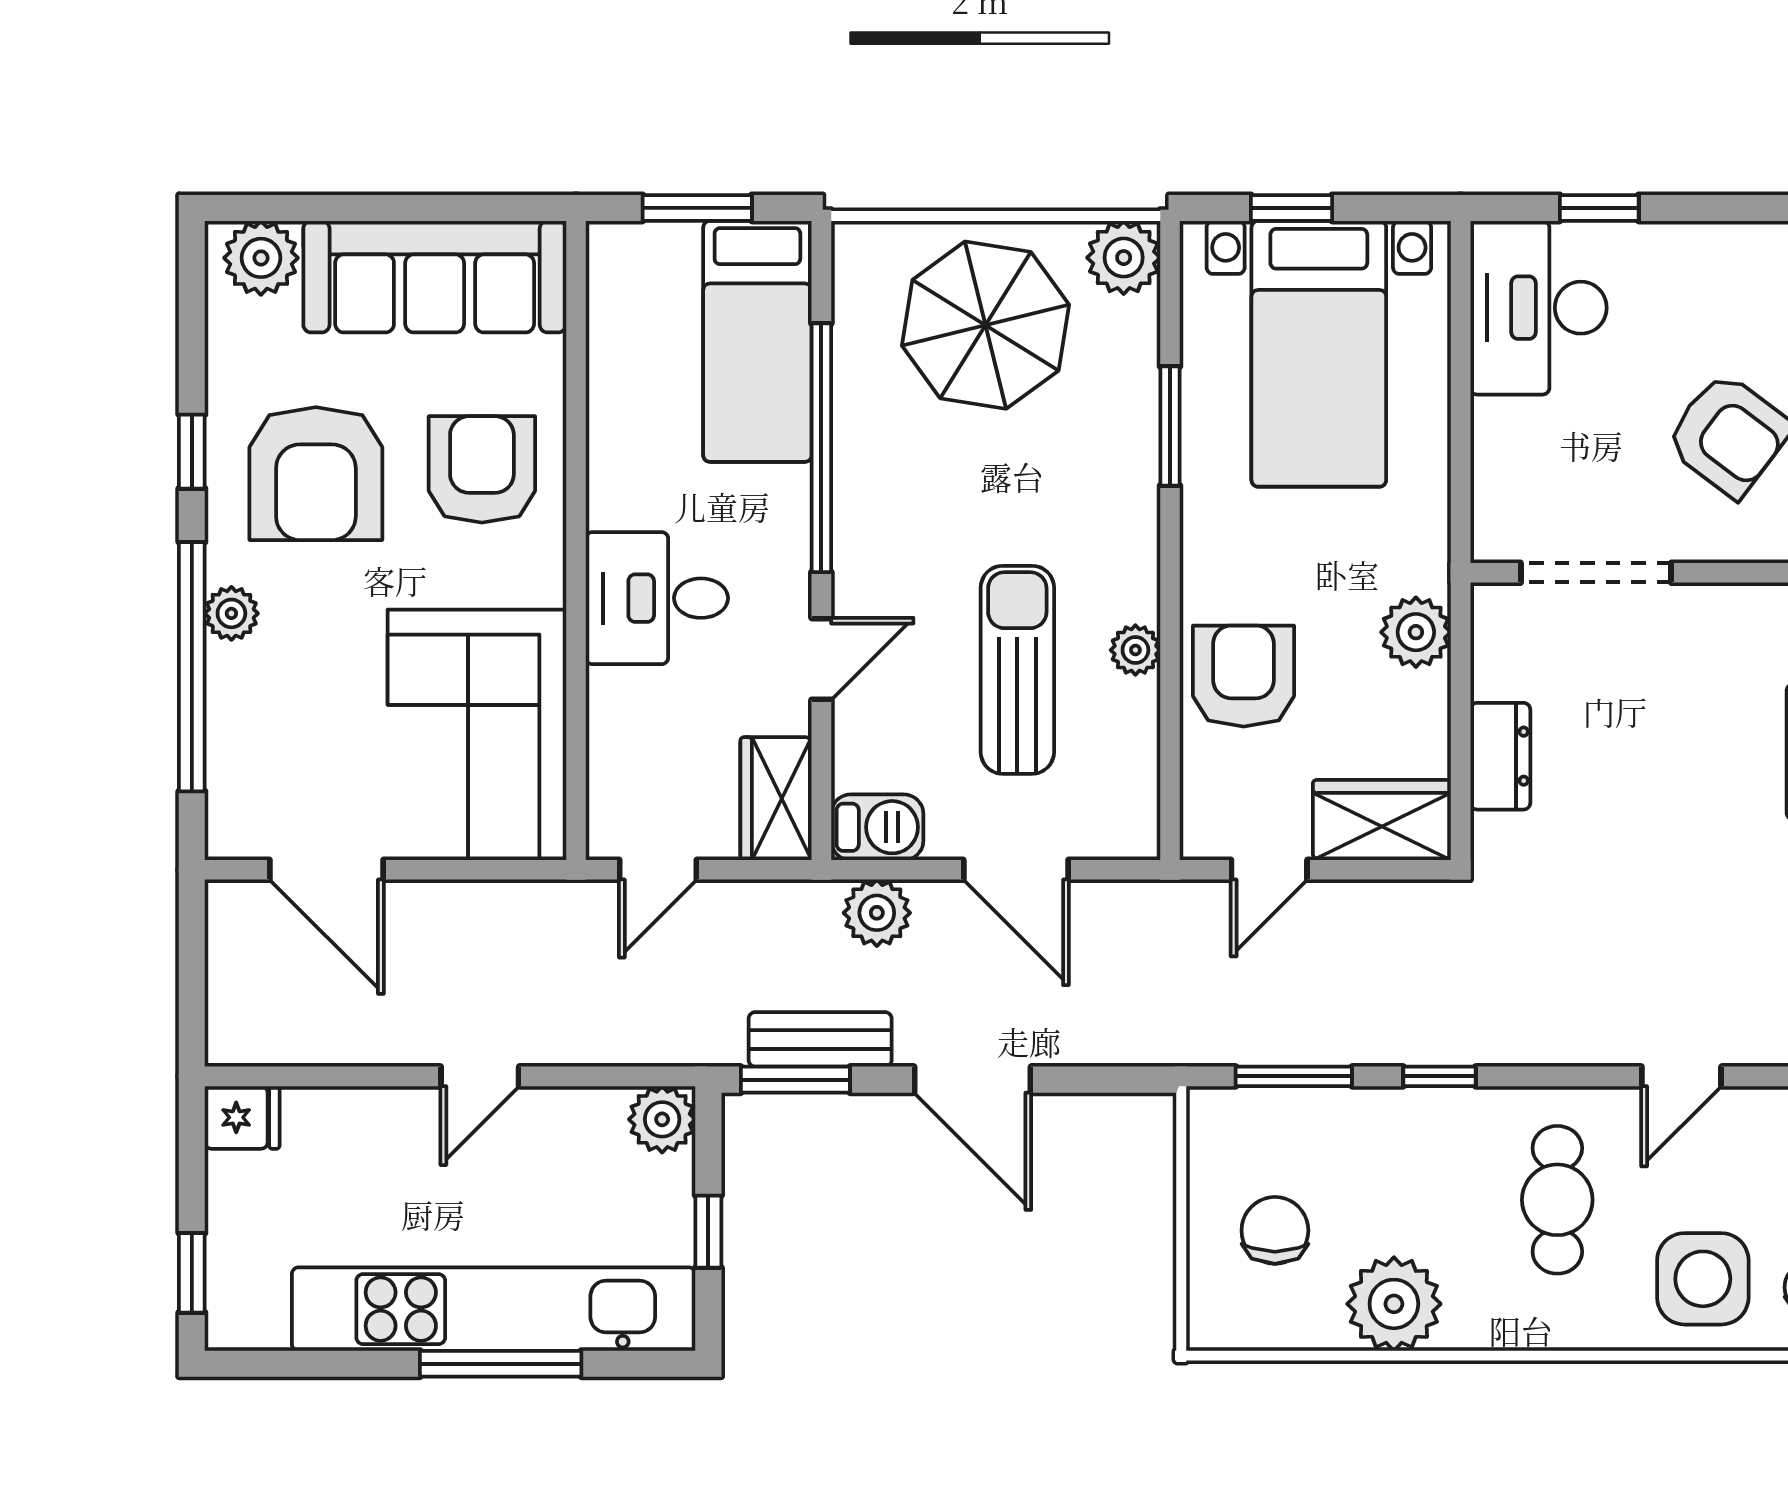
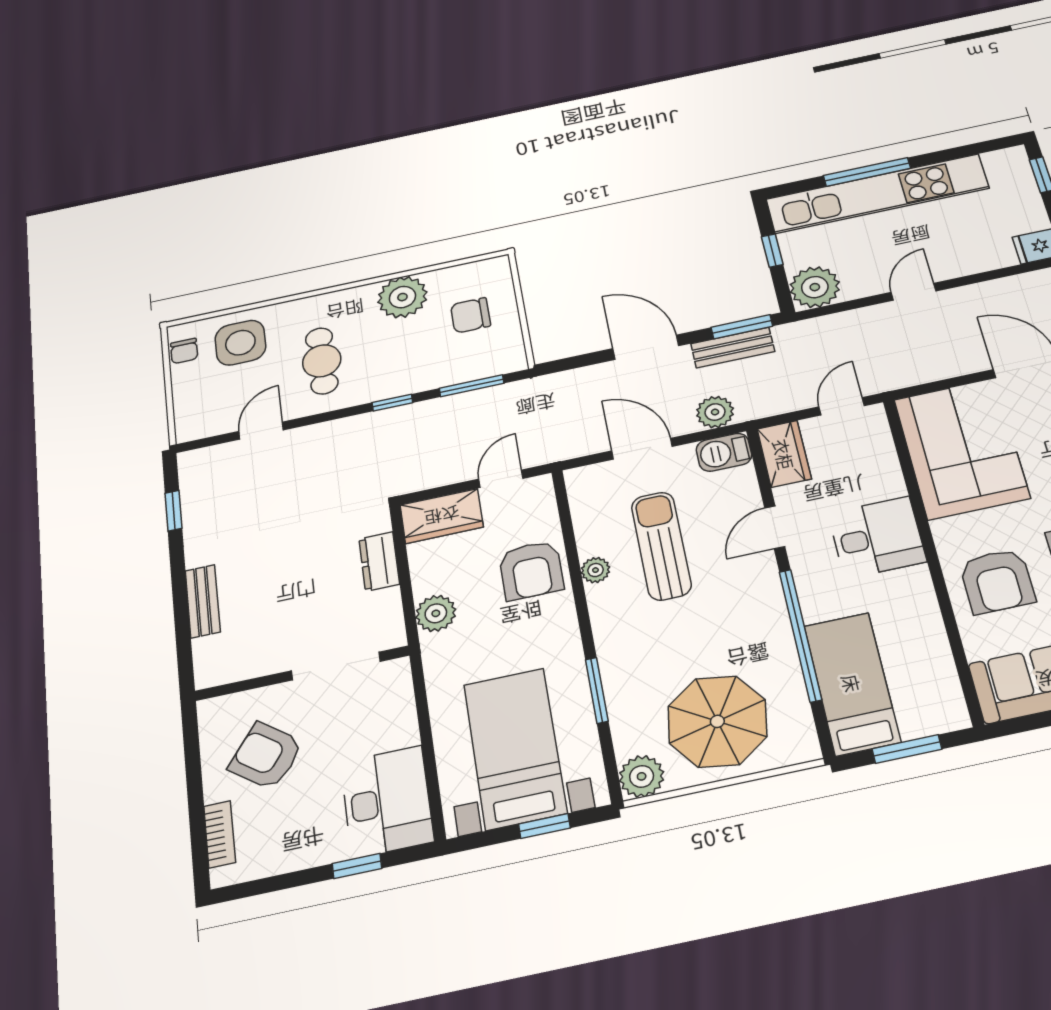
sun lounger: (1017, 670) -> (661, 546), turned 180
plant: (662, 1119) -> (815, 287), width x1.36, depth x1.36
chair: (1275, 1230) -> (471, 315), turned 90

